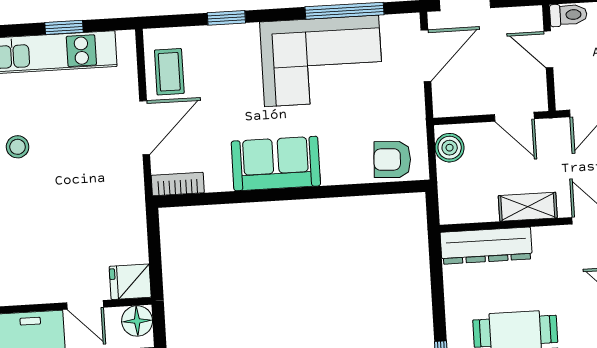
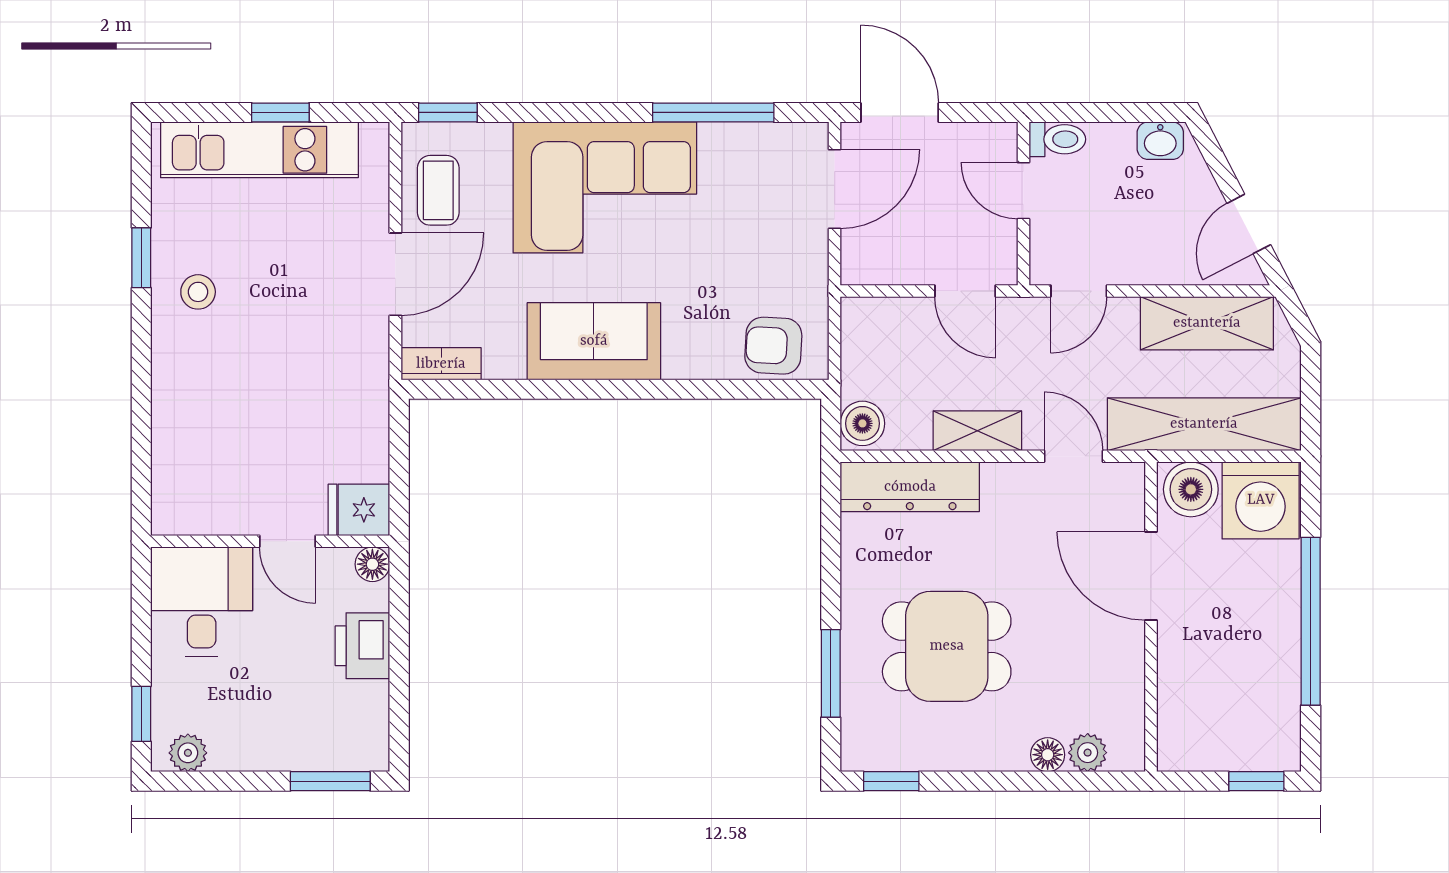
window: (226, 18) -> (448, 112), moved
corner sofa: (322, 61) -> (605, 187), moved
boiler: (450, 148) -> (862, 423), moved
floor lamp: (137, 321) -> (372, 564), width x0.73, depth x0.73

